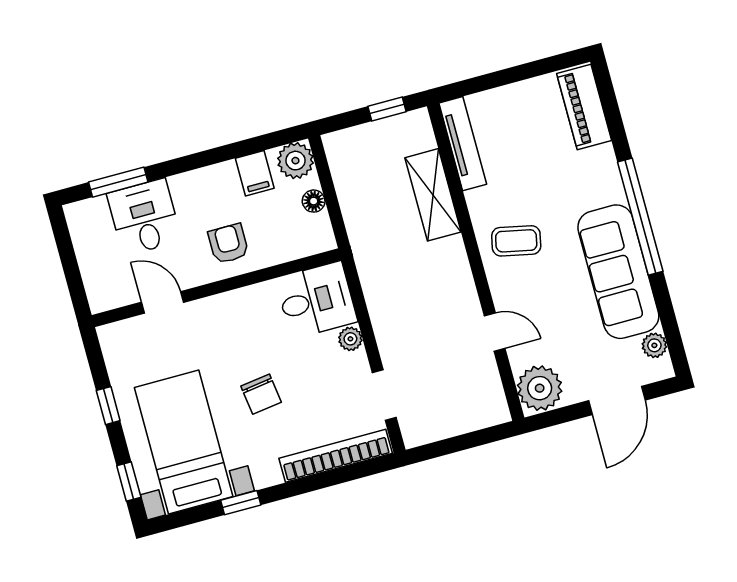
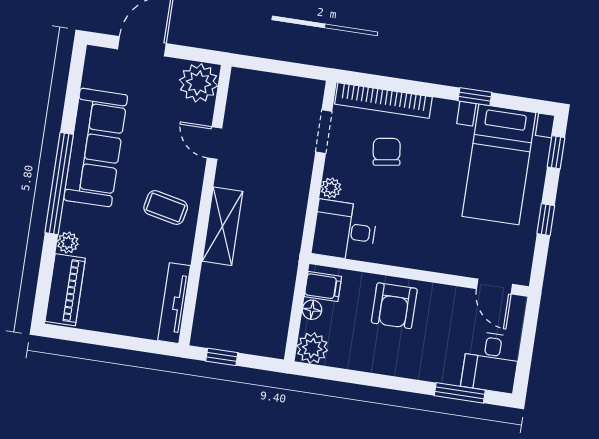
filing cabinet: (255, 173) -> (323, 287), moved, turned 90
shelving: (433, 195) -> (222, 226), moved
desk: (144, 217) -> (491, 362), moved
armchair: (228, 244) -> (394, 306), width x1.38, depth x1.38
door: (163, 302) -> (494, 287), moved
plant: (654, 345) -> (68, 243), moved
chair: (261, 394) -> (387, 152), moved

